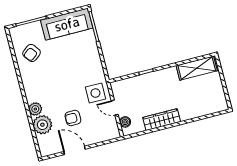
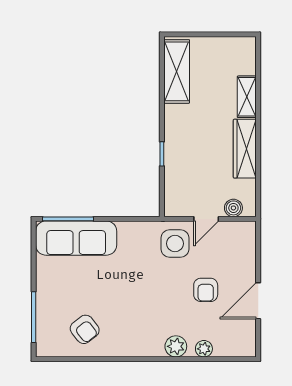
sofa: (67, 24) -> (76, 238), moved, turned 90
shelving: (192, 113) -> (247, 97), added
plant: (42, 125) -> (204, 349), width x0.53, depth x0.53

